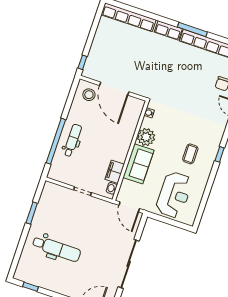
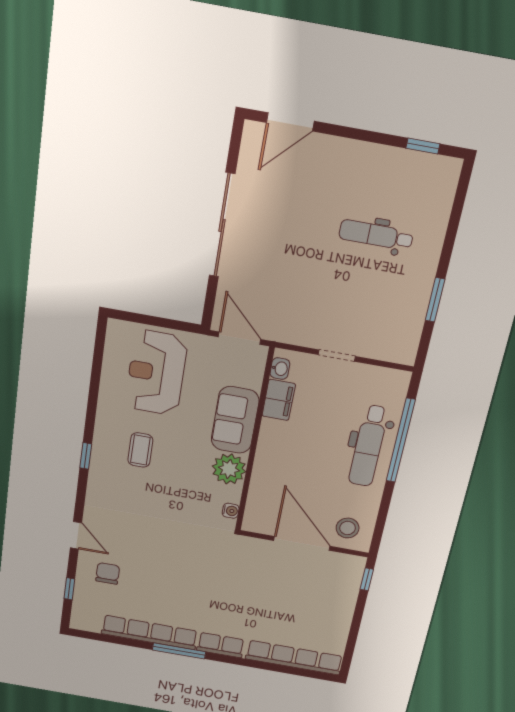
dental chair: (73, 140) -> (368, 446), width x1.36, depth x1.38
dental chair: (57, 249) -> (376, 235), width x0.73, depth x0.72

